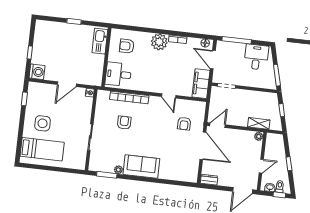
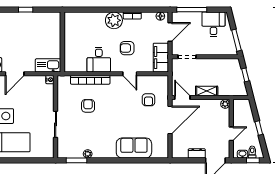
kitchen sink: (100, 41) -> (48, 65), moved, turned 90
armchair: (127, 46) -> (127, 48), moved
door: (213, 60) -> (170, 32), swing flipped
desk: (118, 74) -> (99, 60), moved, turned -90
door: (67, 84) -> (15, 74), moved
shelving: (259, 123) -> (207, 91), moved
door: (217, 125) -> (182, 98), hinge flipped
door: (203, 146) -> (170, 120), hinge flipped
sofa: (141, 166) -> (134, 148), moved
dresser: (209, 180) -> (197, 153), moved

